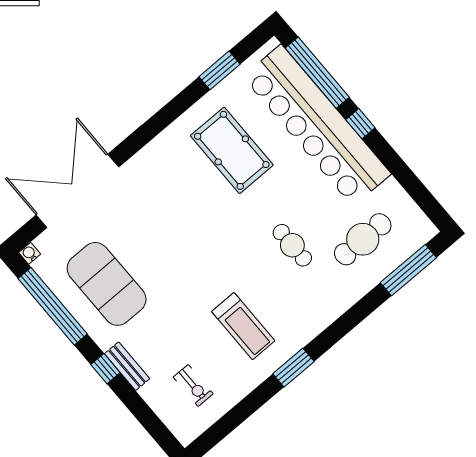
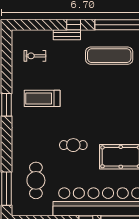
cafe table: (292, 245) -> (73, 145), moved
exercise mat: (107, 284) -> (109, 56), width x0.68

